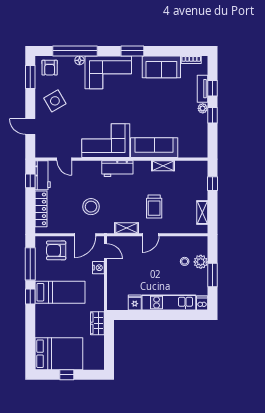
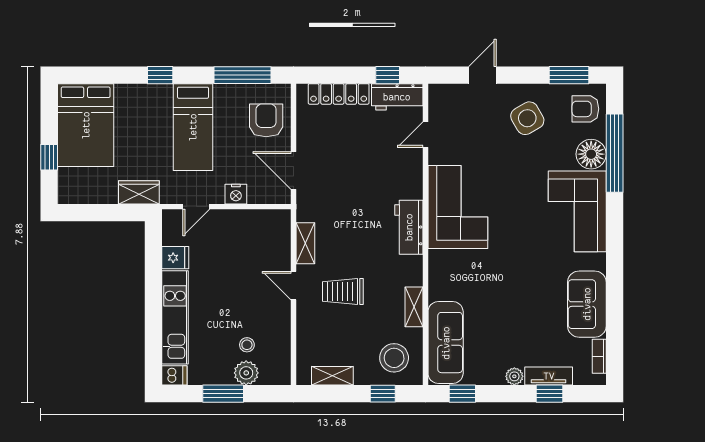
window: (132, 51) -> (615, 254), removed
floor lamp: (80, 60) -> (591, 154), width x1.89, depth x1.89
window: (213, 115) -> (462, 394), moved
sofa: (154, 148) -> (446, 343), moved
stool: (91, 207) -> (394, 358), moved
door: (106, 251) -> (196, 207), moved
window: (30, 297) -> (160, 75), moved
window: (67, 375) -> (49, 157), moved

